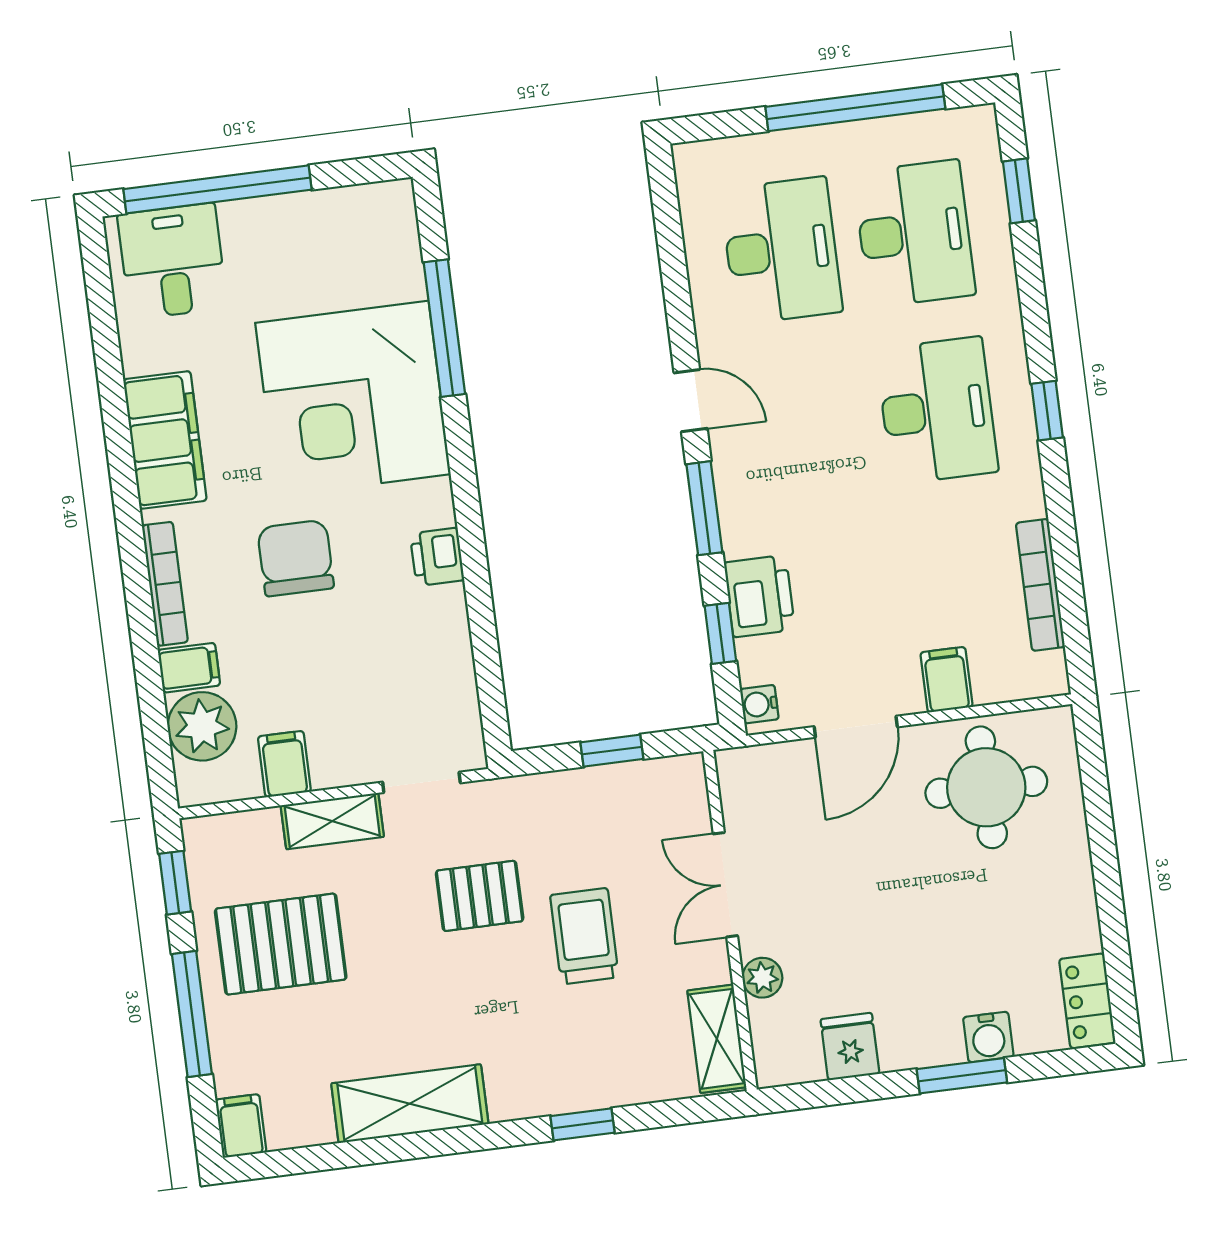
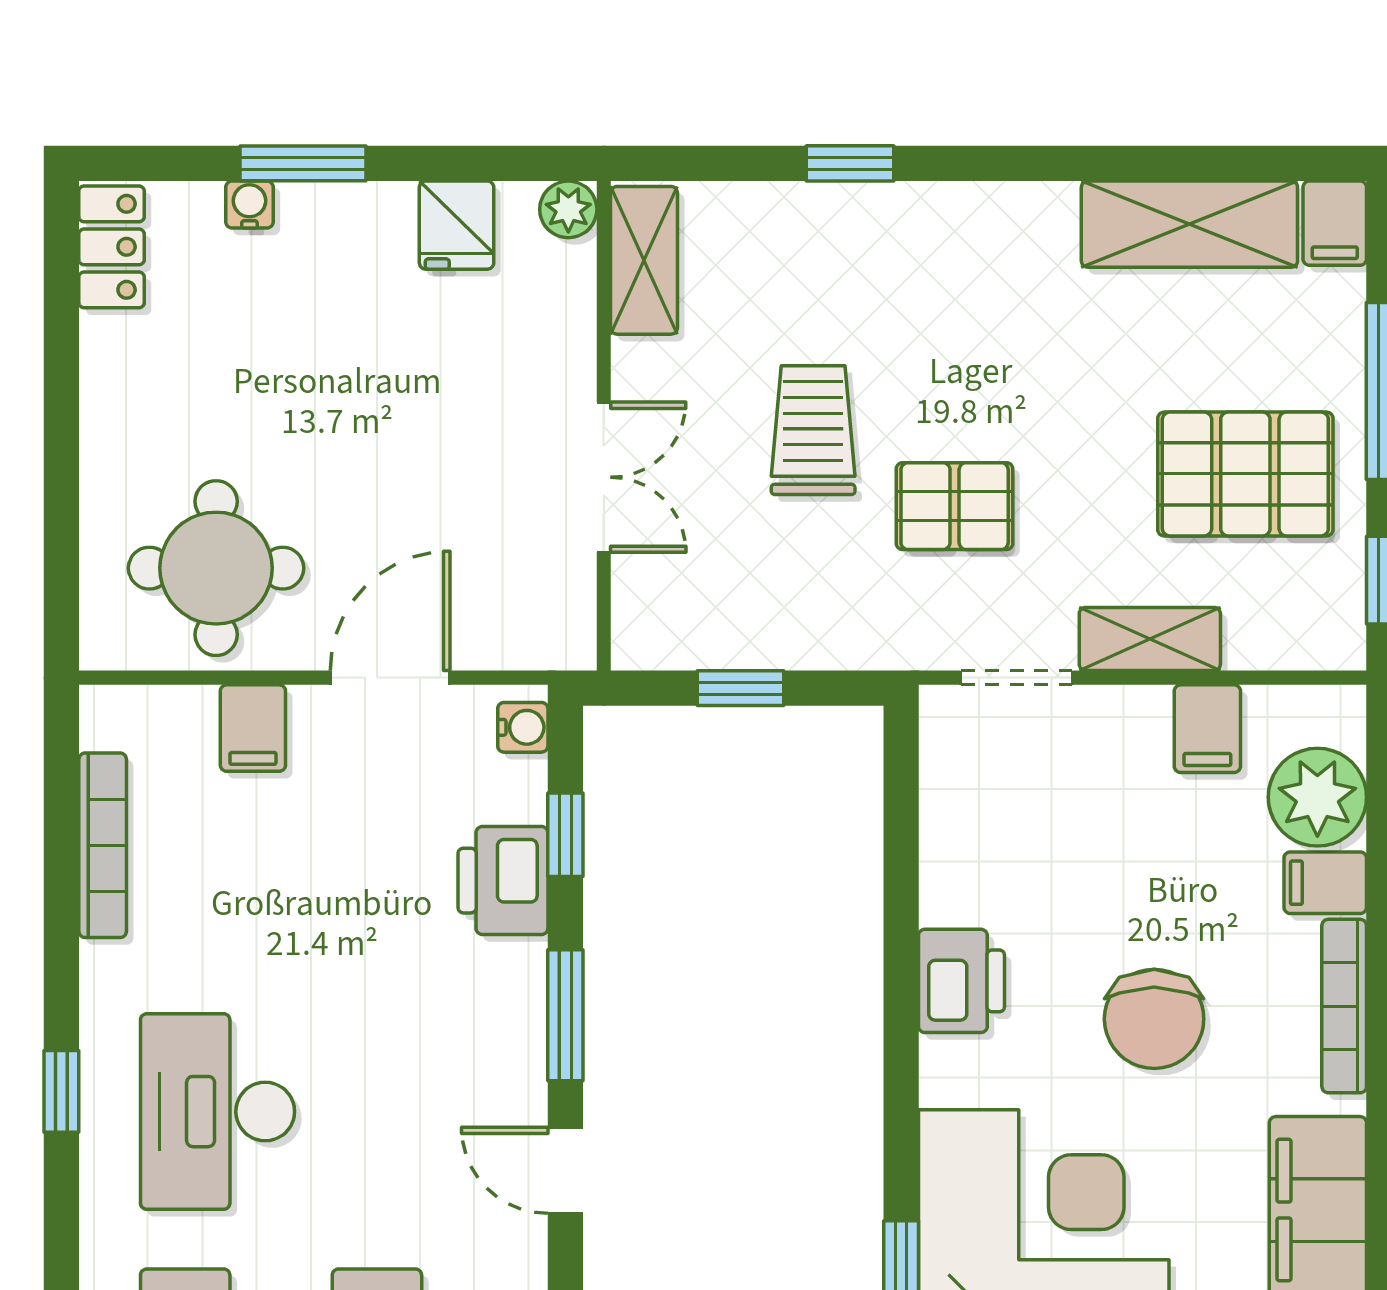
printer: (437, 557) -> (961, 981), width x1.36, depth x1.24
trolley: (584, 936) -> (813, 430), turned 180
plant: (762, 978) -> (568, 209), moved
water cooler: (988, 1037) -> (249, 205), width x0.72, depth x0.72
shelving: (410, 1104) -> (1189, 224), moved

